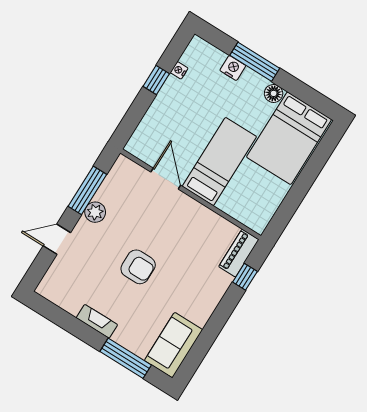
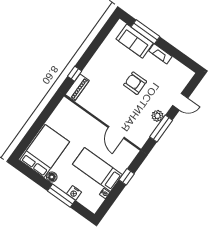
window: (156, 80) -> (127, 177), moved
bed: (219, 161) -> (98, 170), moved, turned 90
sofa: (173, 345) -> (135, 41), moved, turned 90

